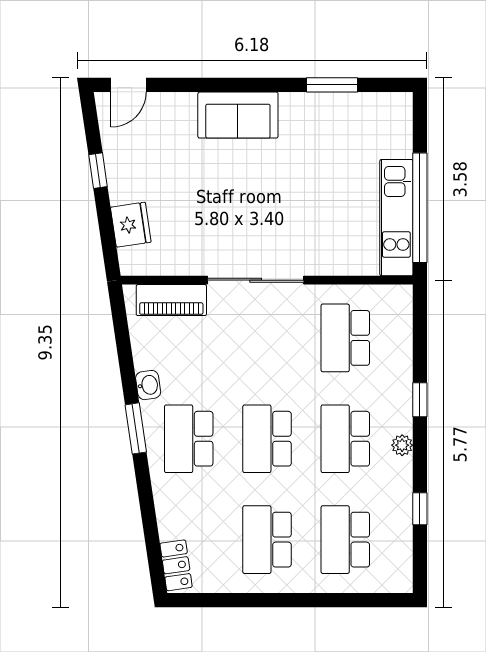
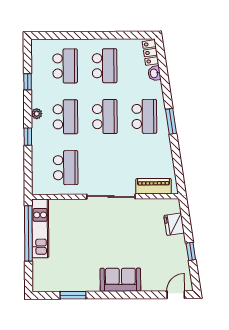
washbasin: (148, 385) -> (154, 73), moved

